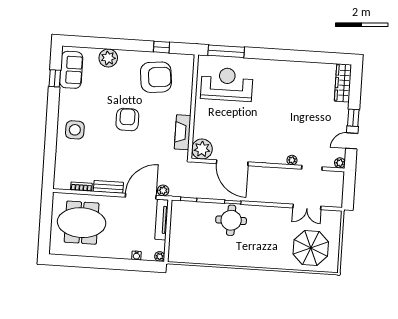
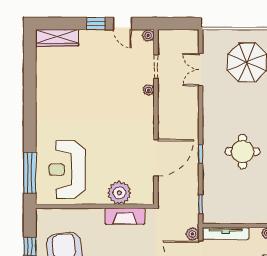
plant: (202, 149) -> (119, 193), moved
double door: (307, 207) -> (201, 70), swing flipped
round table: (231, 220) -> (243, 152), moved

